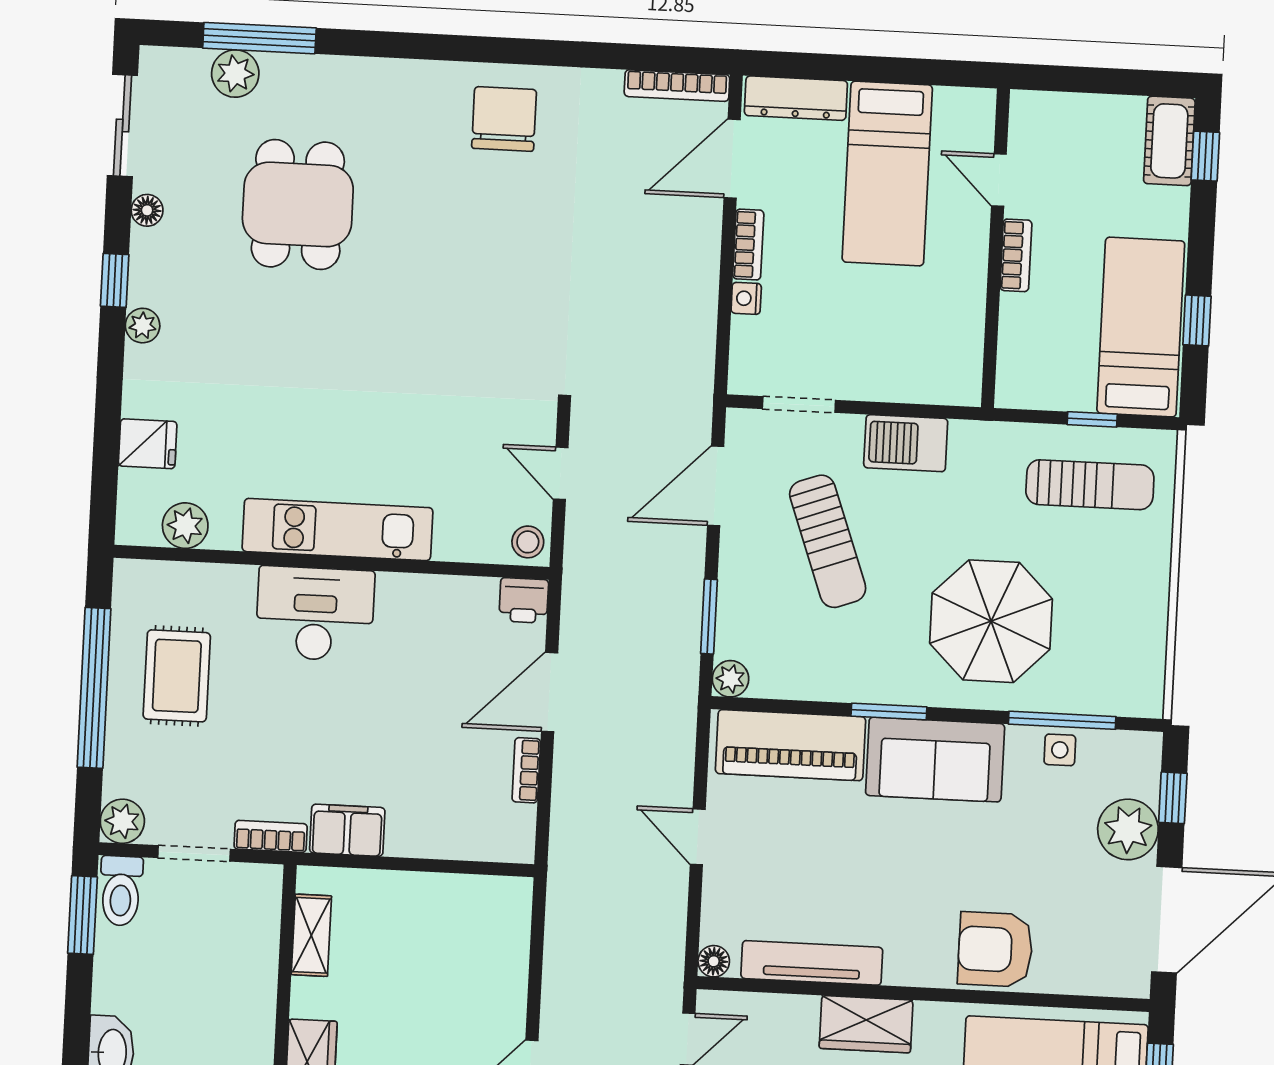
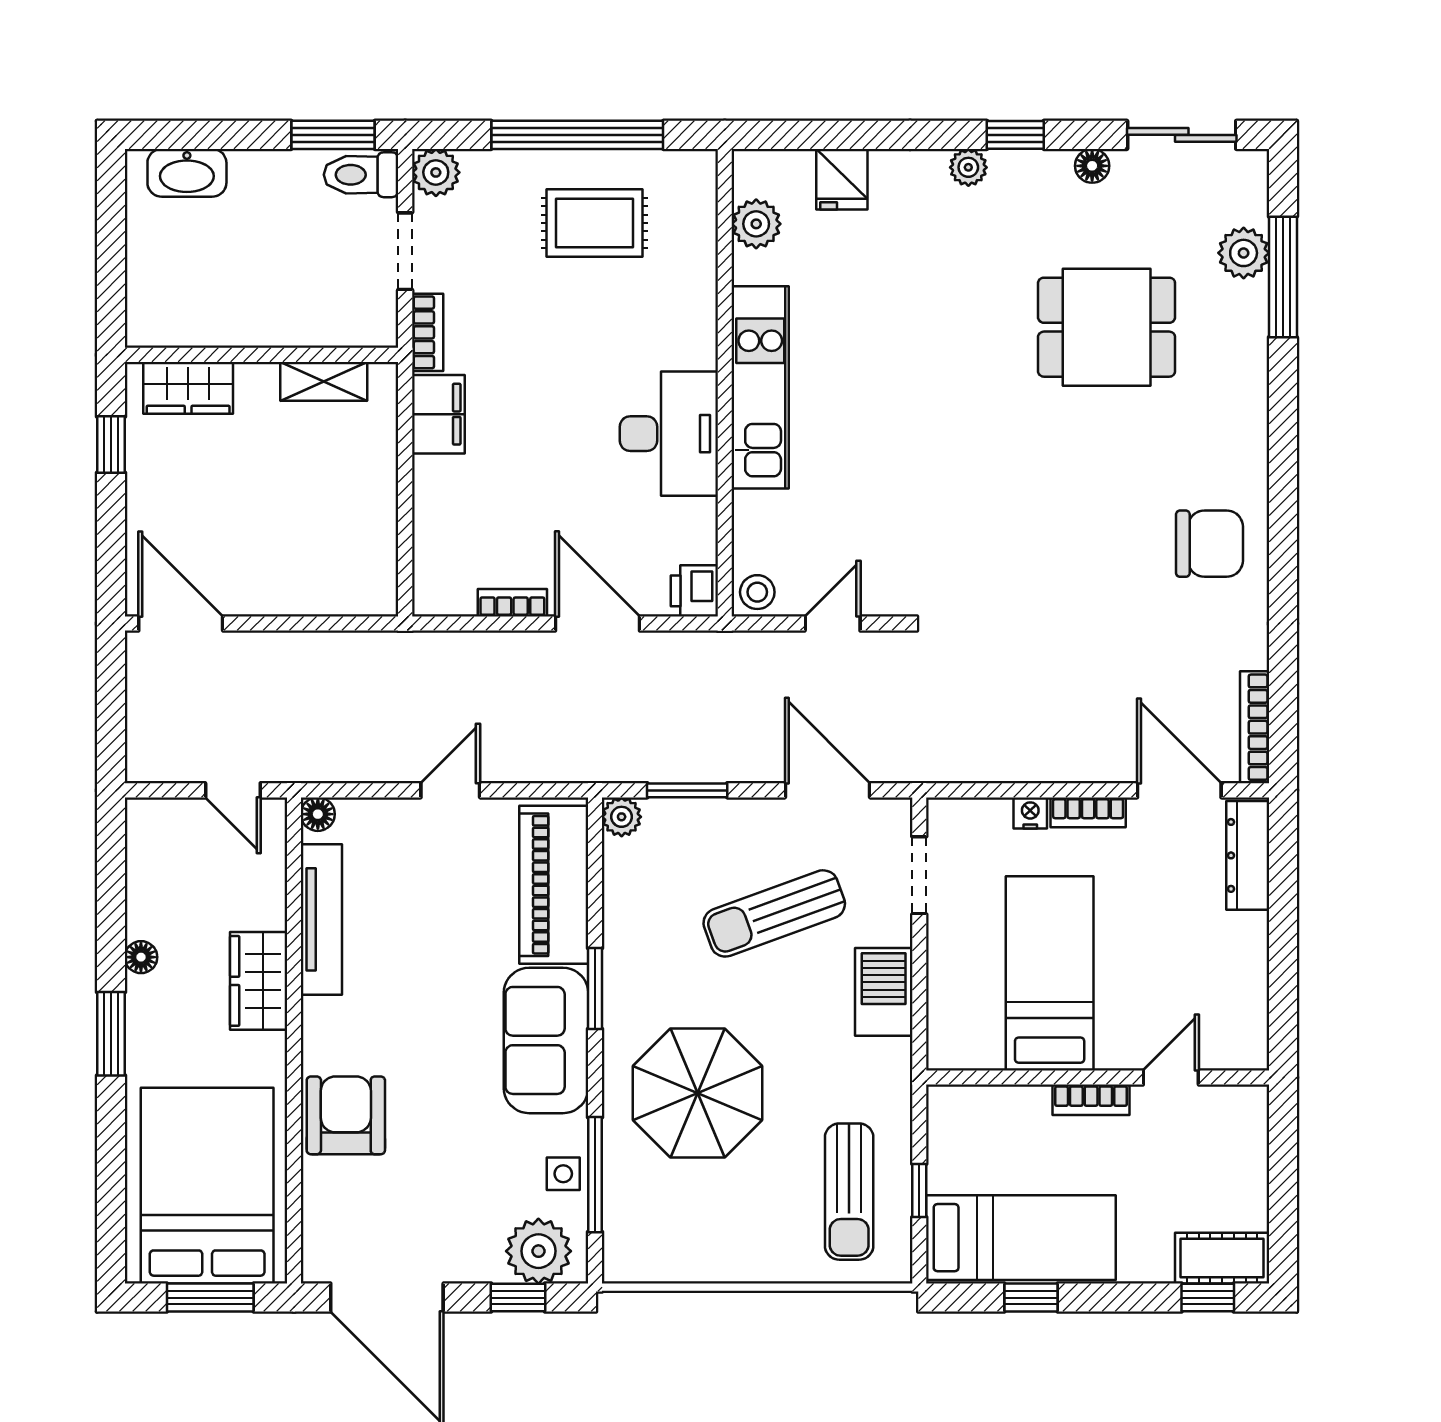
bed: (887, 174) -> (1050, 973), moved, turned 90
desk: (315, 614) -> (669, 434), moved
plant: (1128, 829) -> (538, 1251), moved

